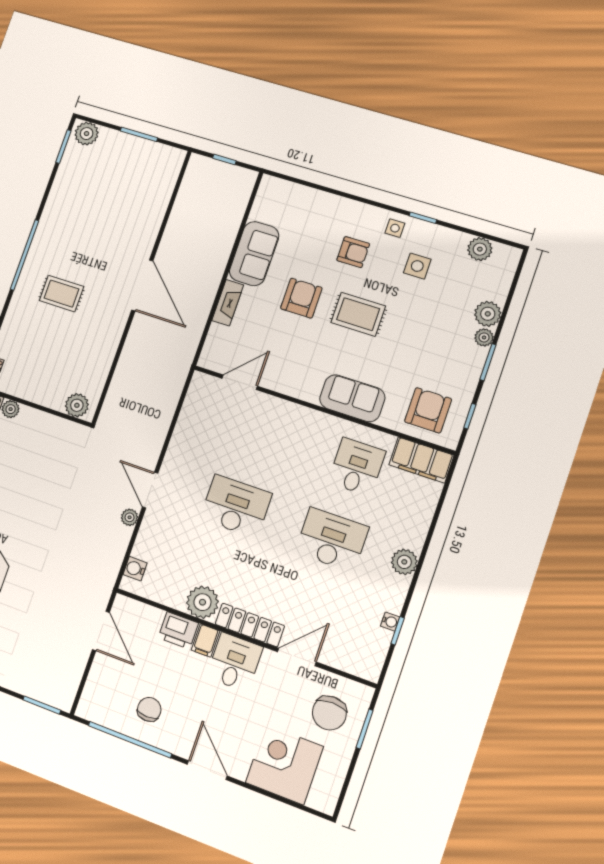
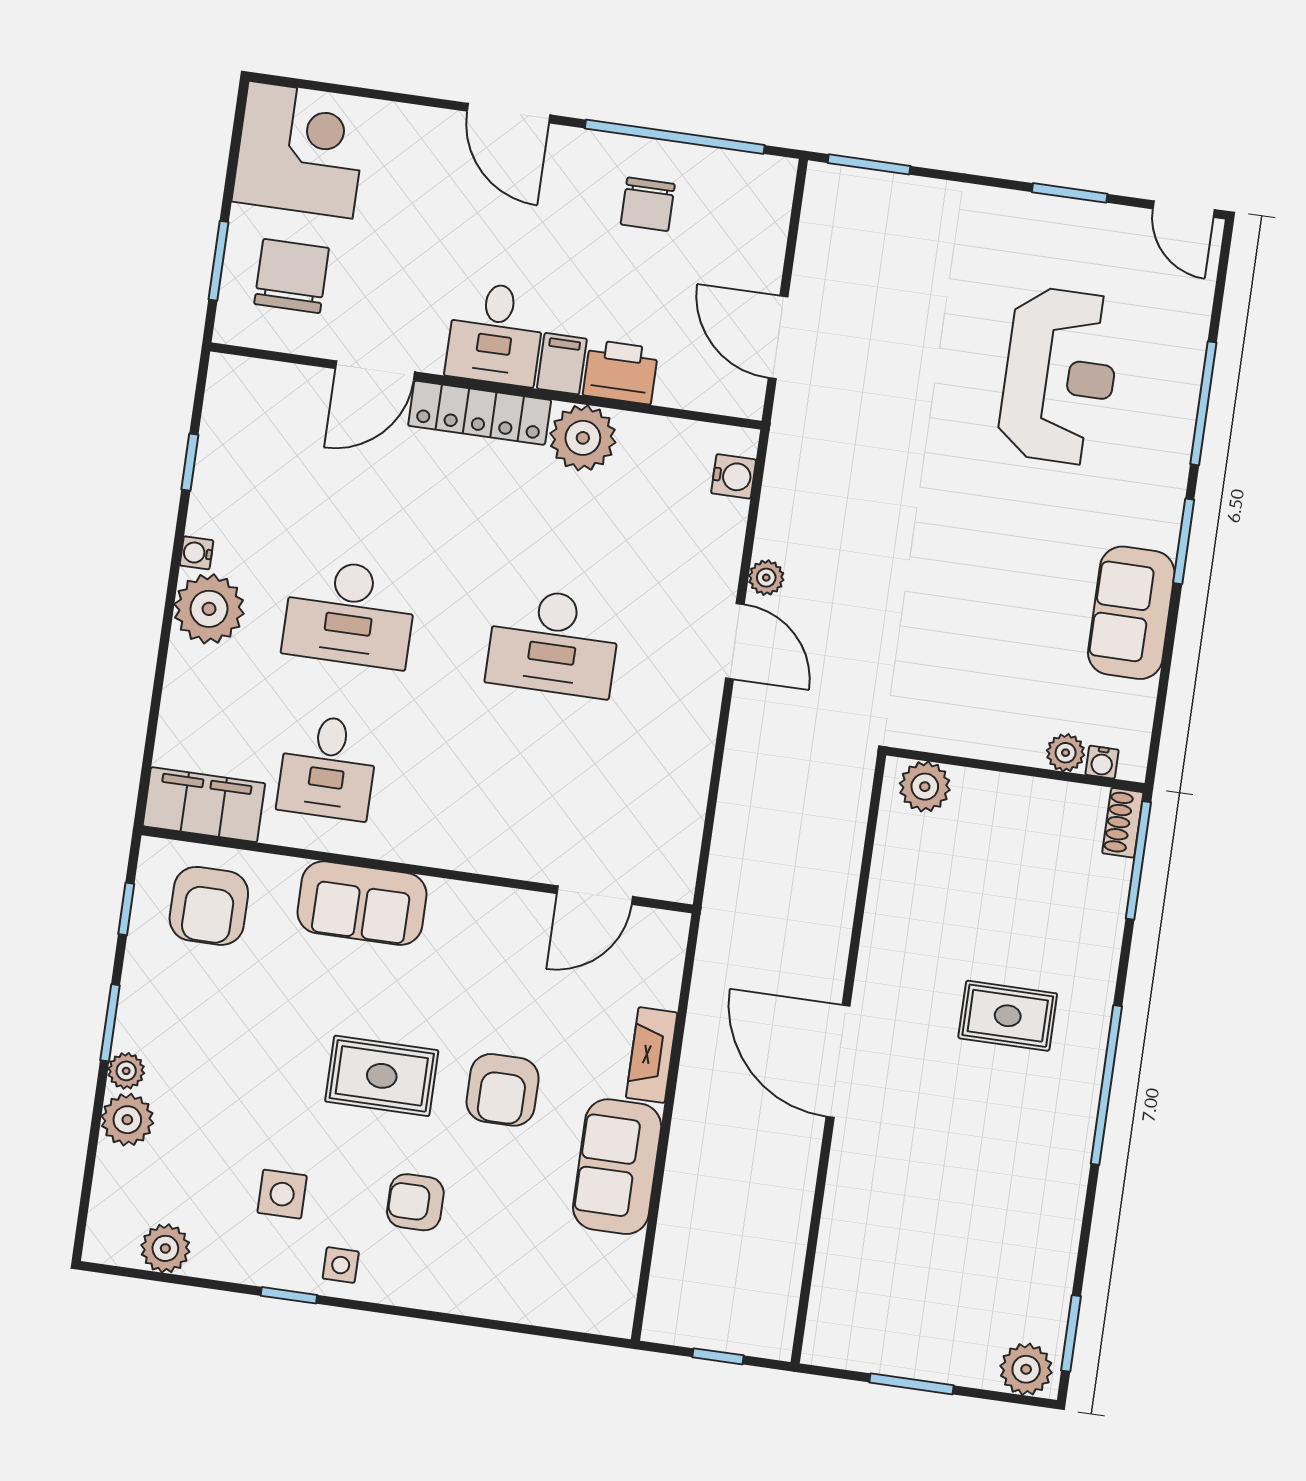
plant: (404, 562) -> (209, 609), width x1.36, depth x1.36
water cooler: (390, 622) -> (197, 553), moved
corner desk: (284, 764) -> (301, 150), moved, turned -90

